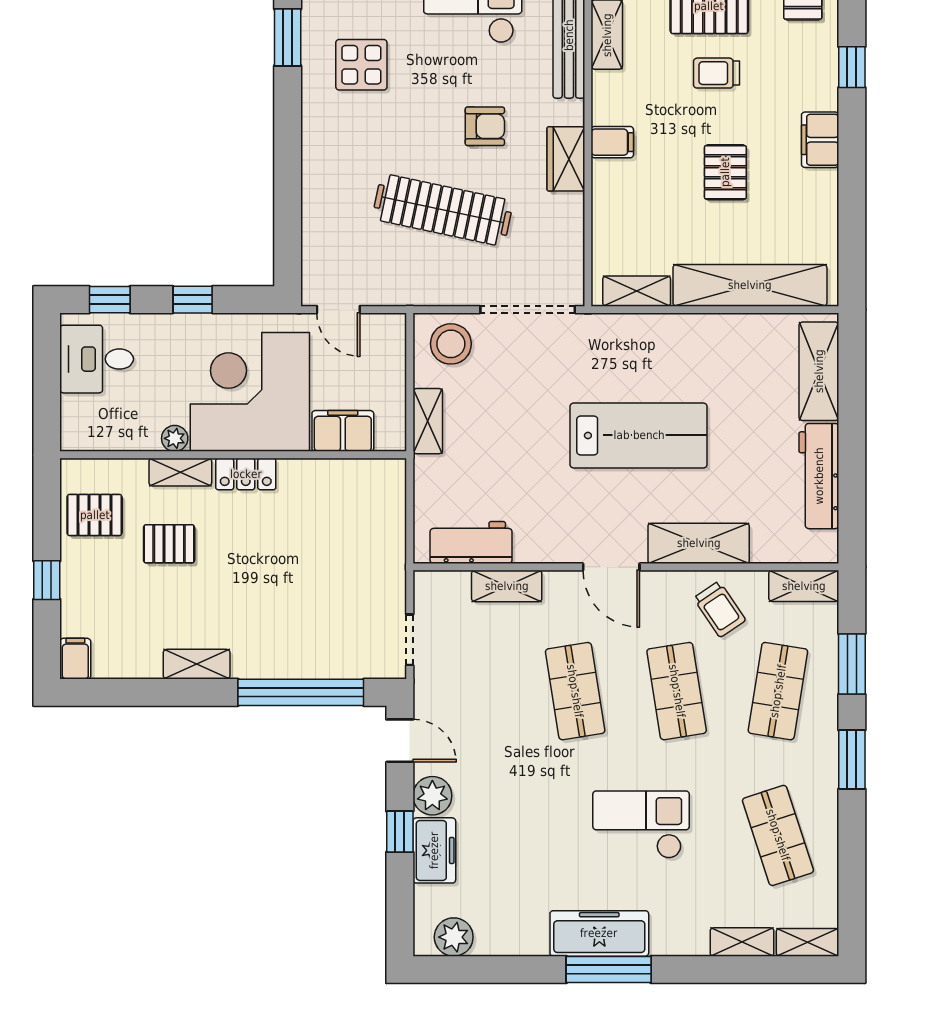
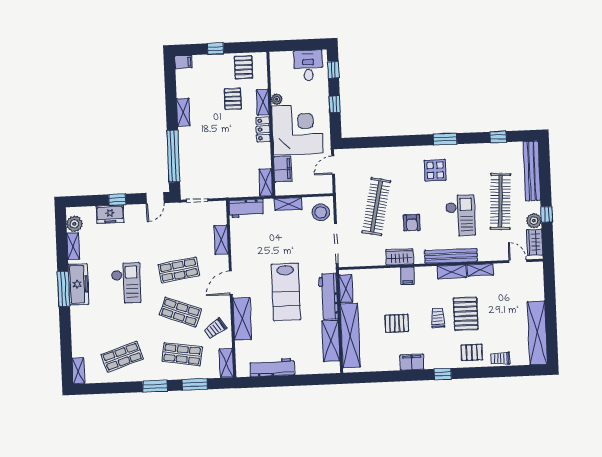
workbench: (654, 334) -> (329, 296), added
shelving: (819, 371) -> (331, 341), moved, turned 90
shelving: (374, 473) -> (266, 182), added
workbench: (471, 543) -> (246, 208), moved, turned 90
shop shelf: (677, 691) -> (180, 312), turned 30
plant: (432, 796) -> (133, 213), removed
checkout: (641, 825) -> (126, 283), moved
shelving: (742, 942) -> (73, 246), moved

